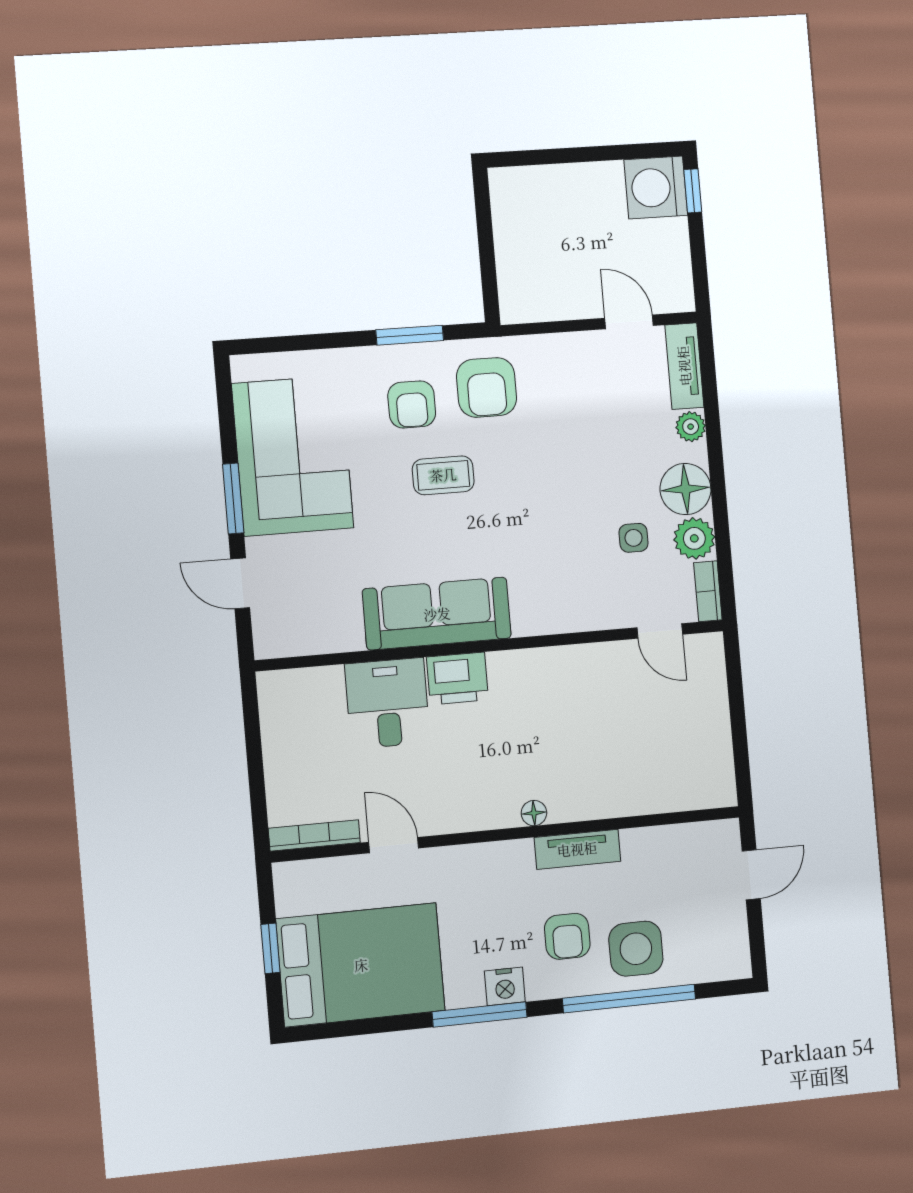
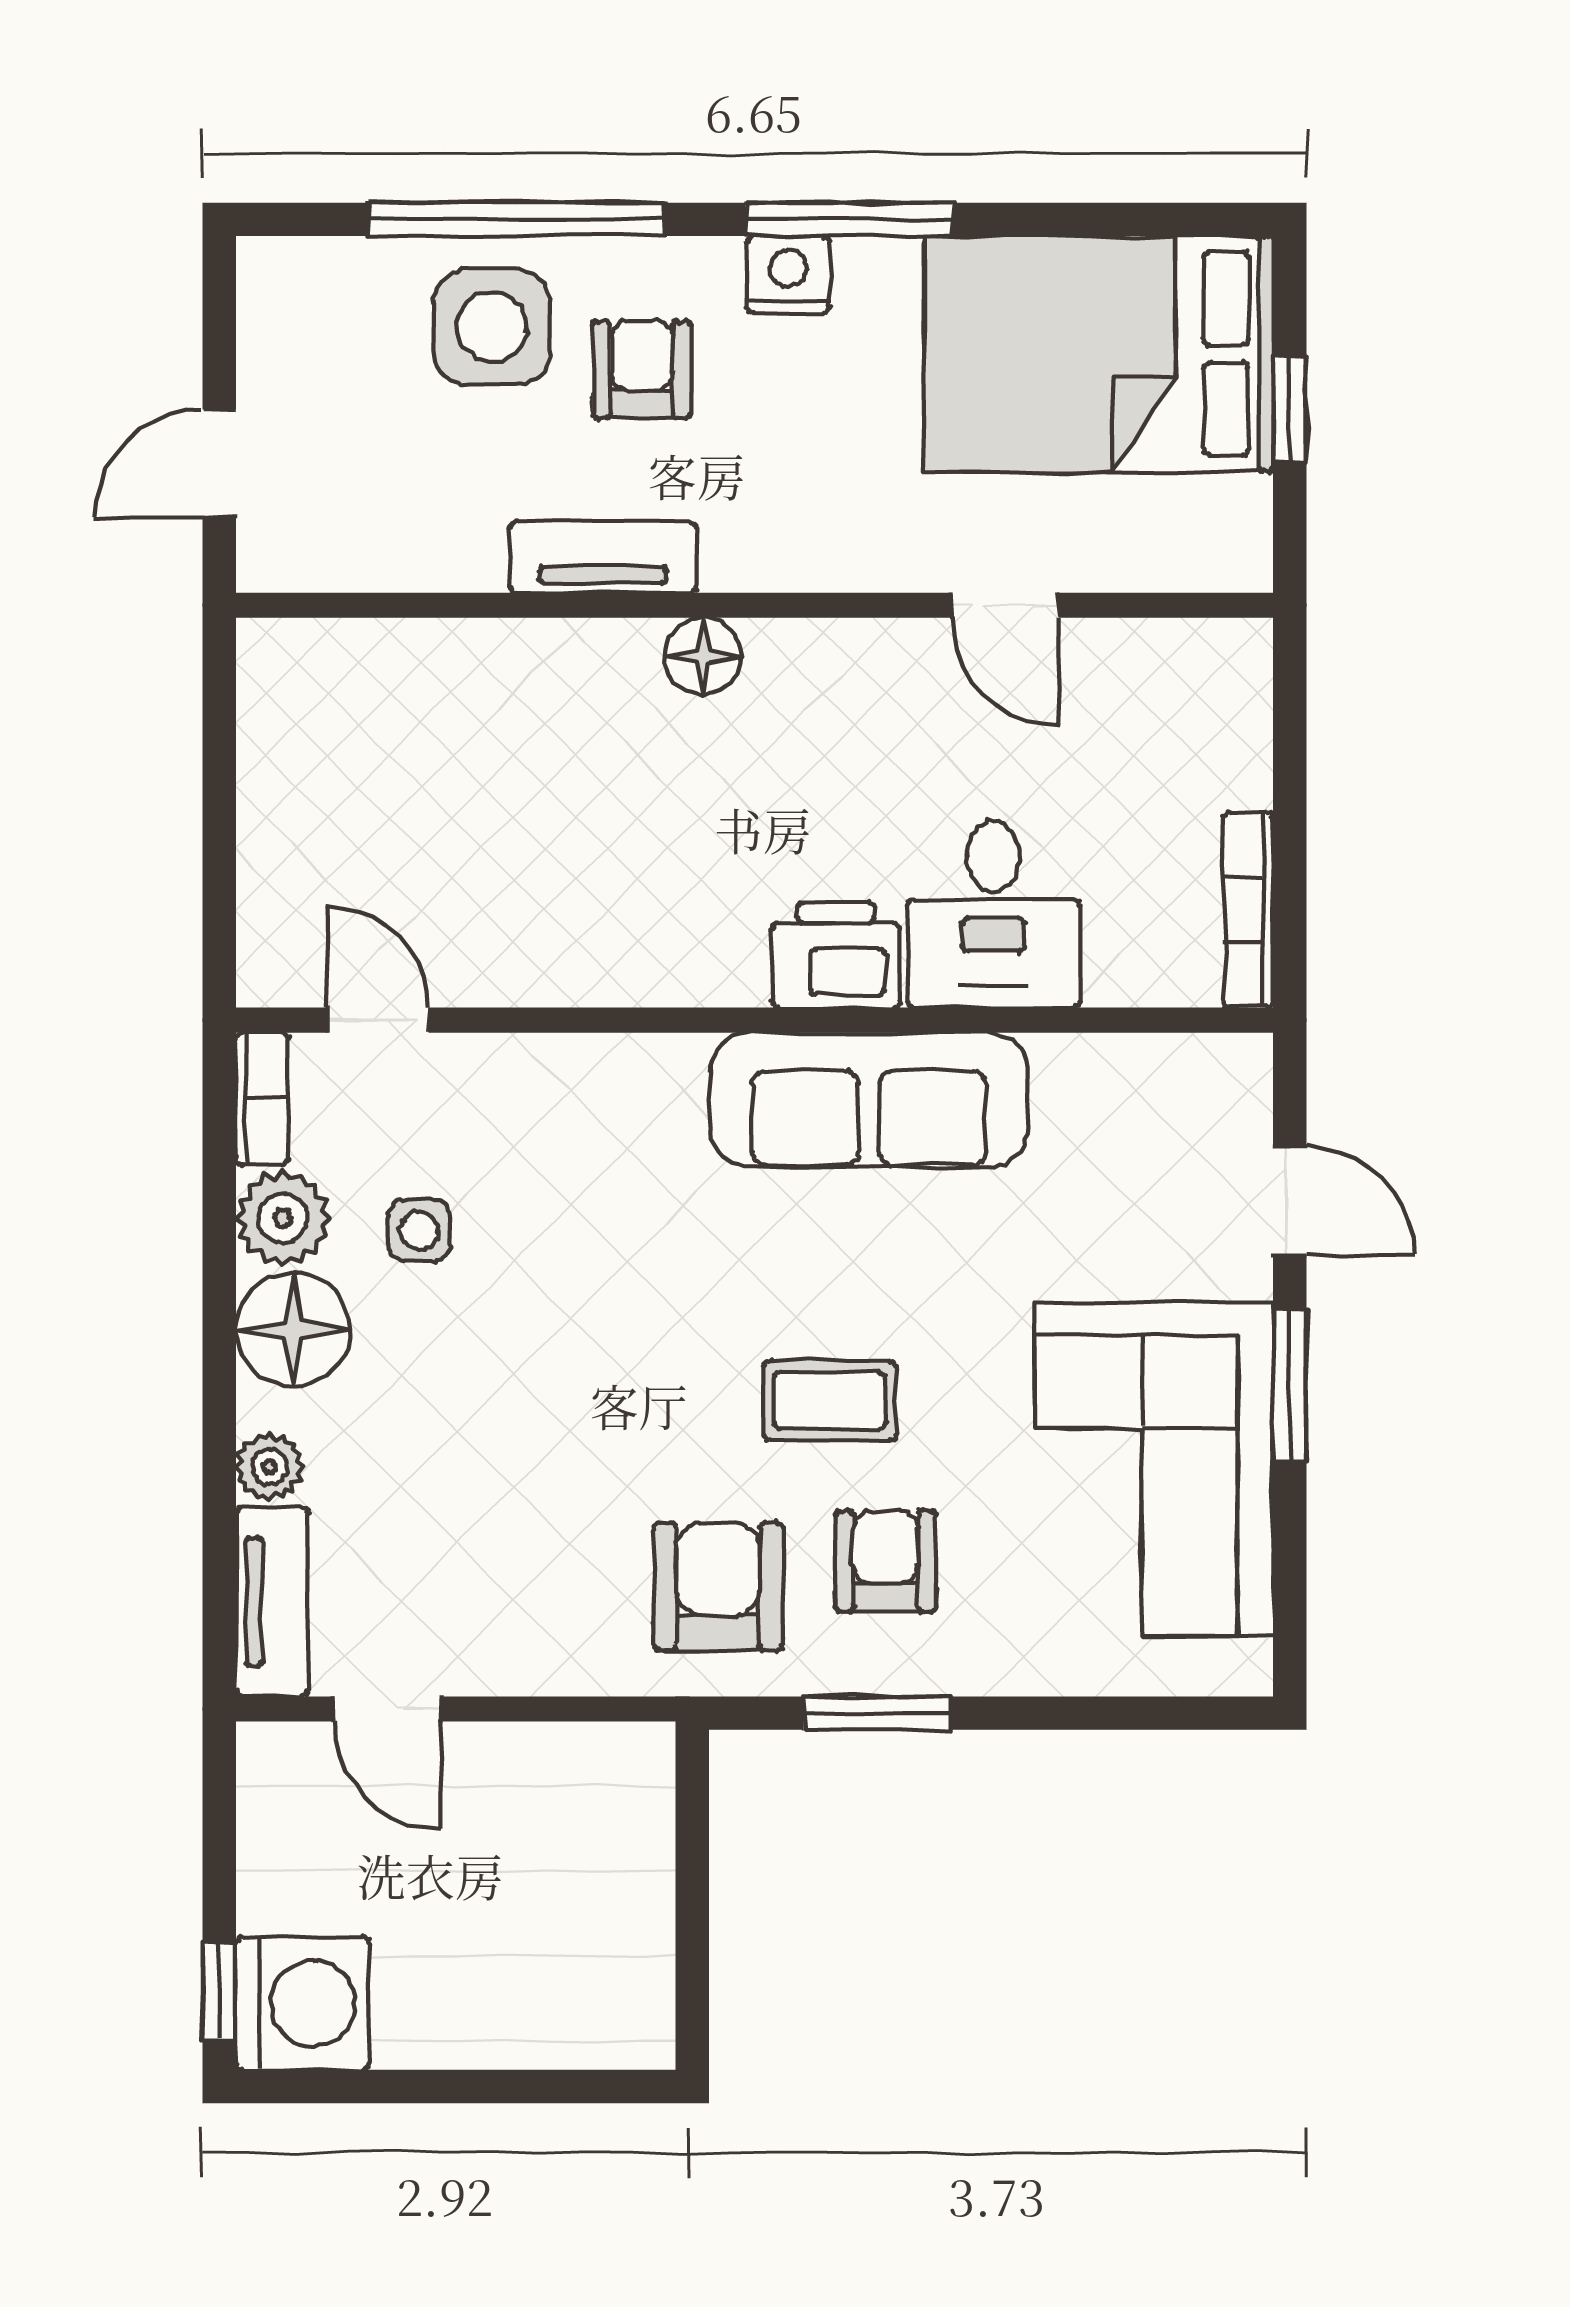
floor lamp: (534, 813) -> (703, 656), width x1.37, depth x1.37
bookcase: (314, 835) -> (1248, 910), moved, turned 90

